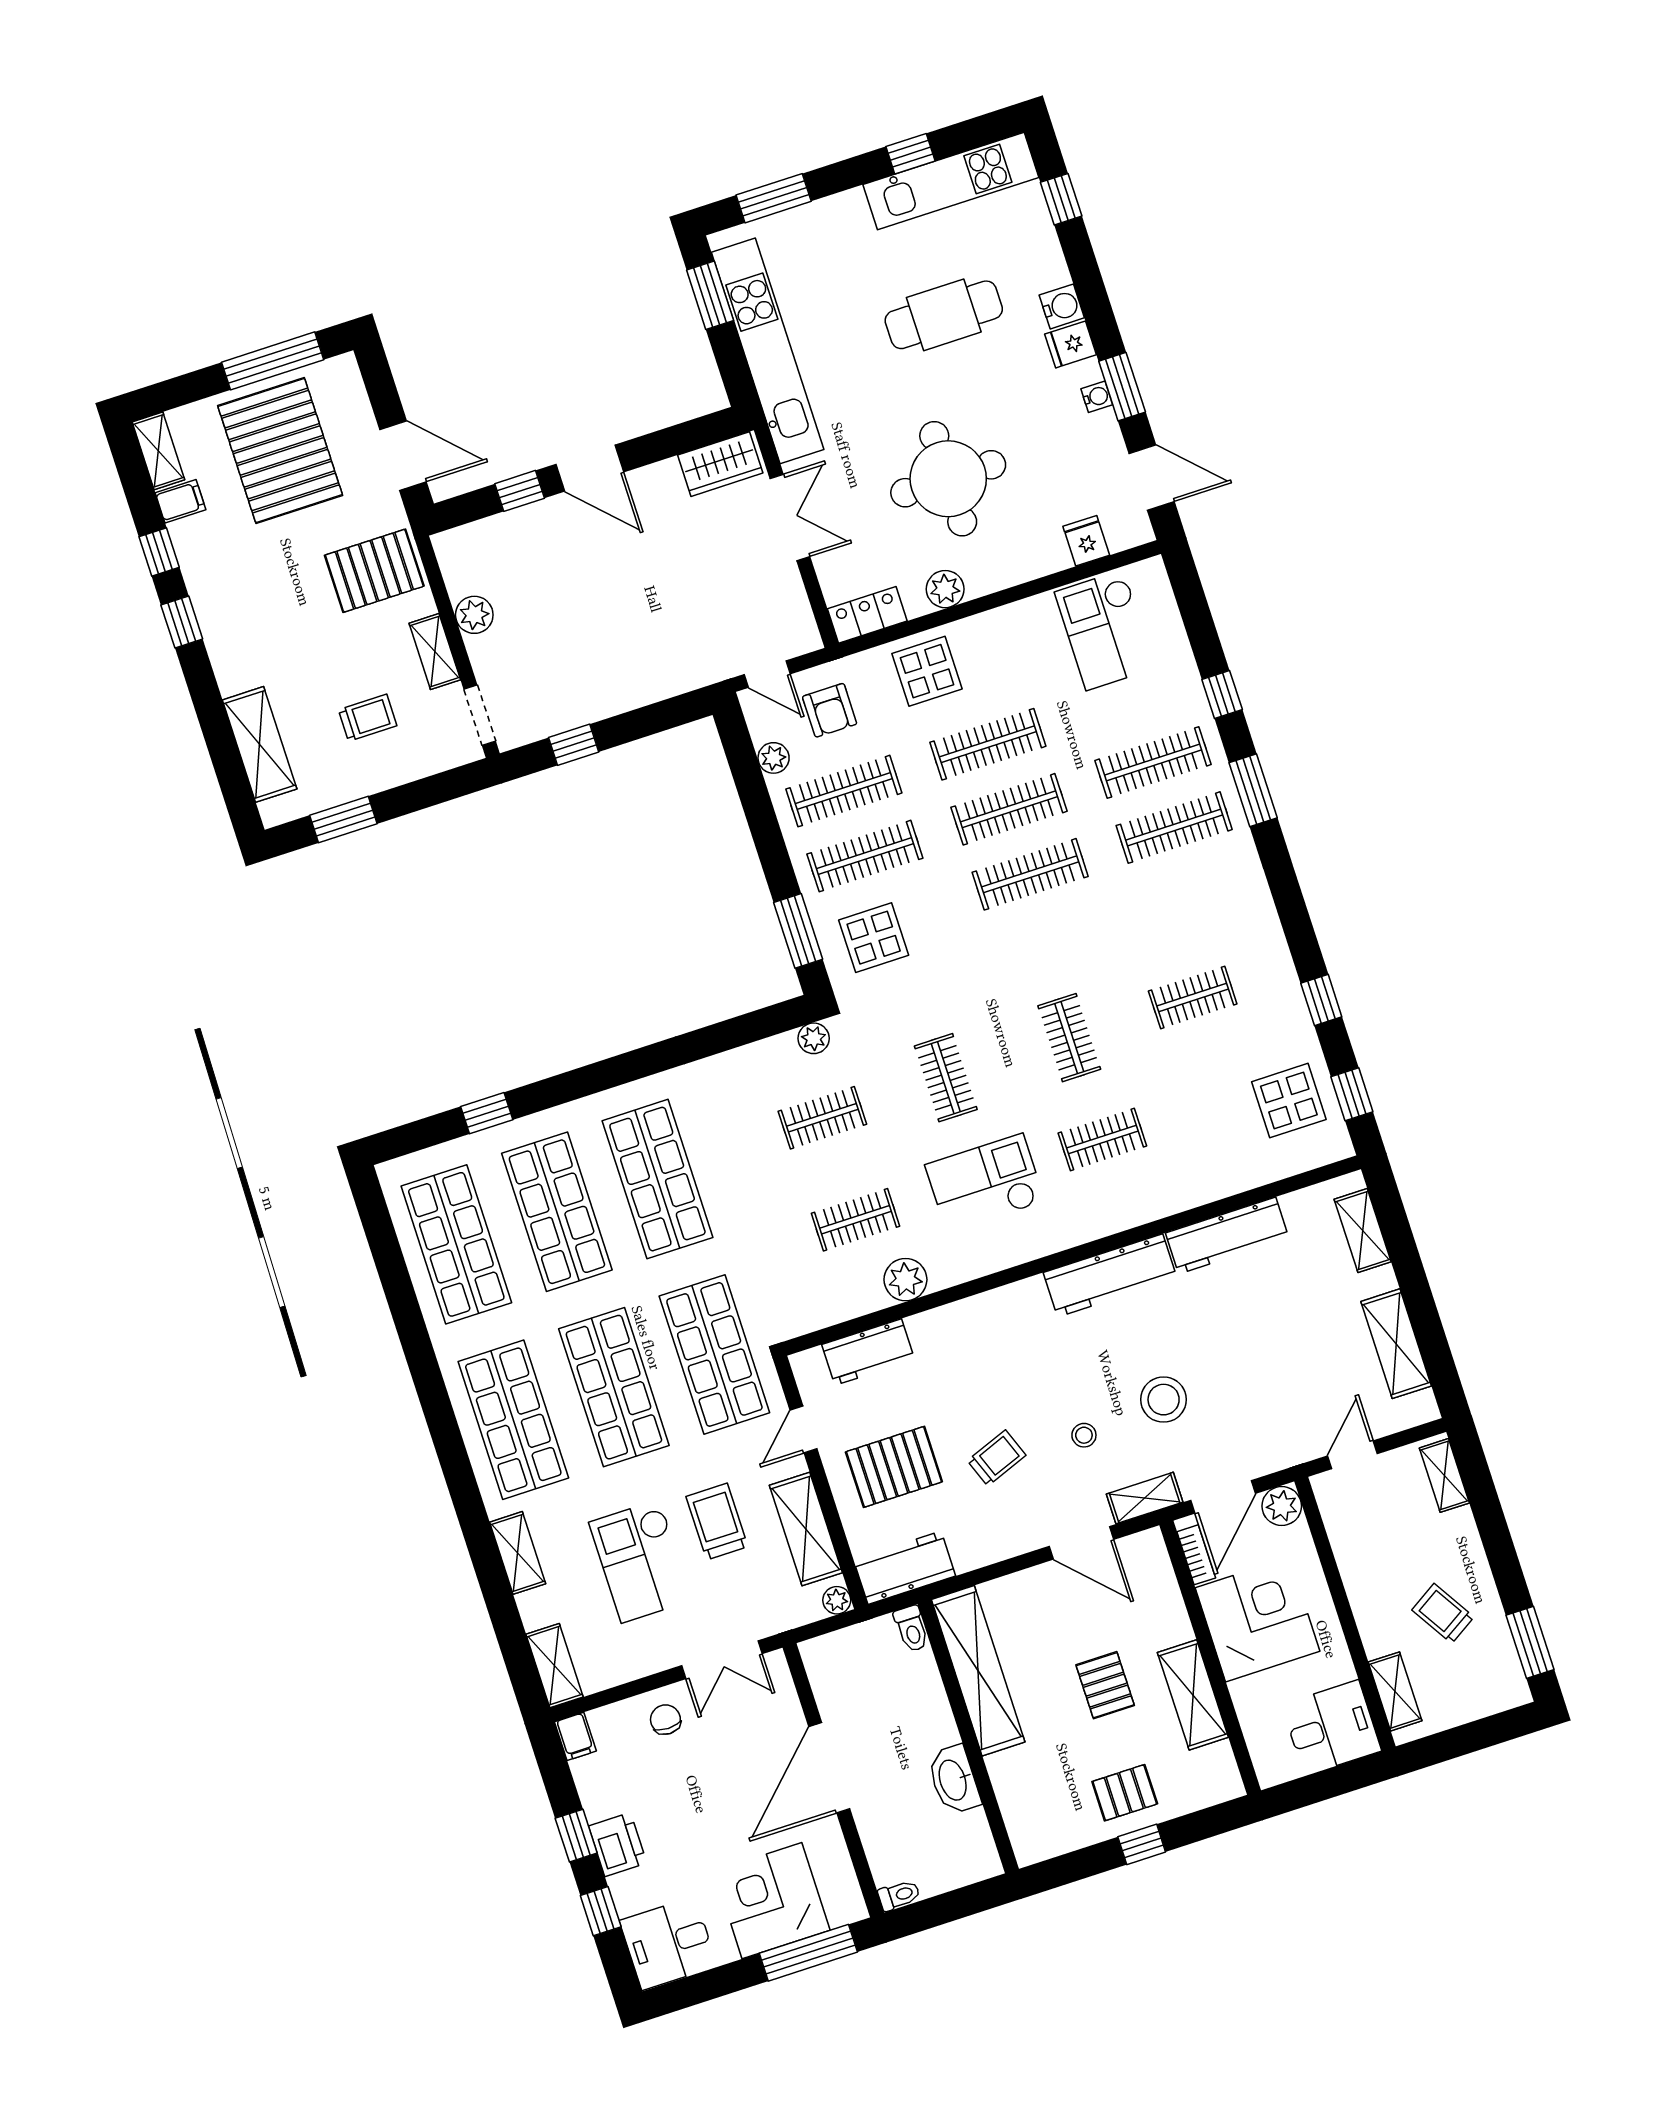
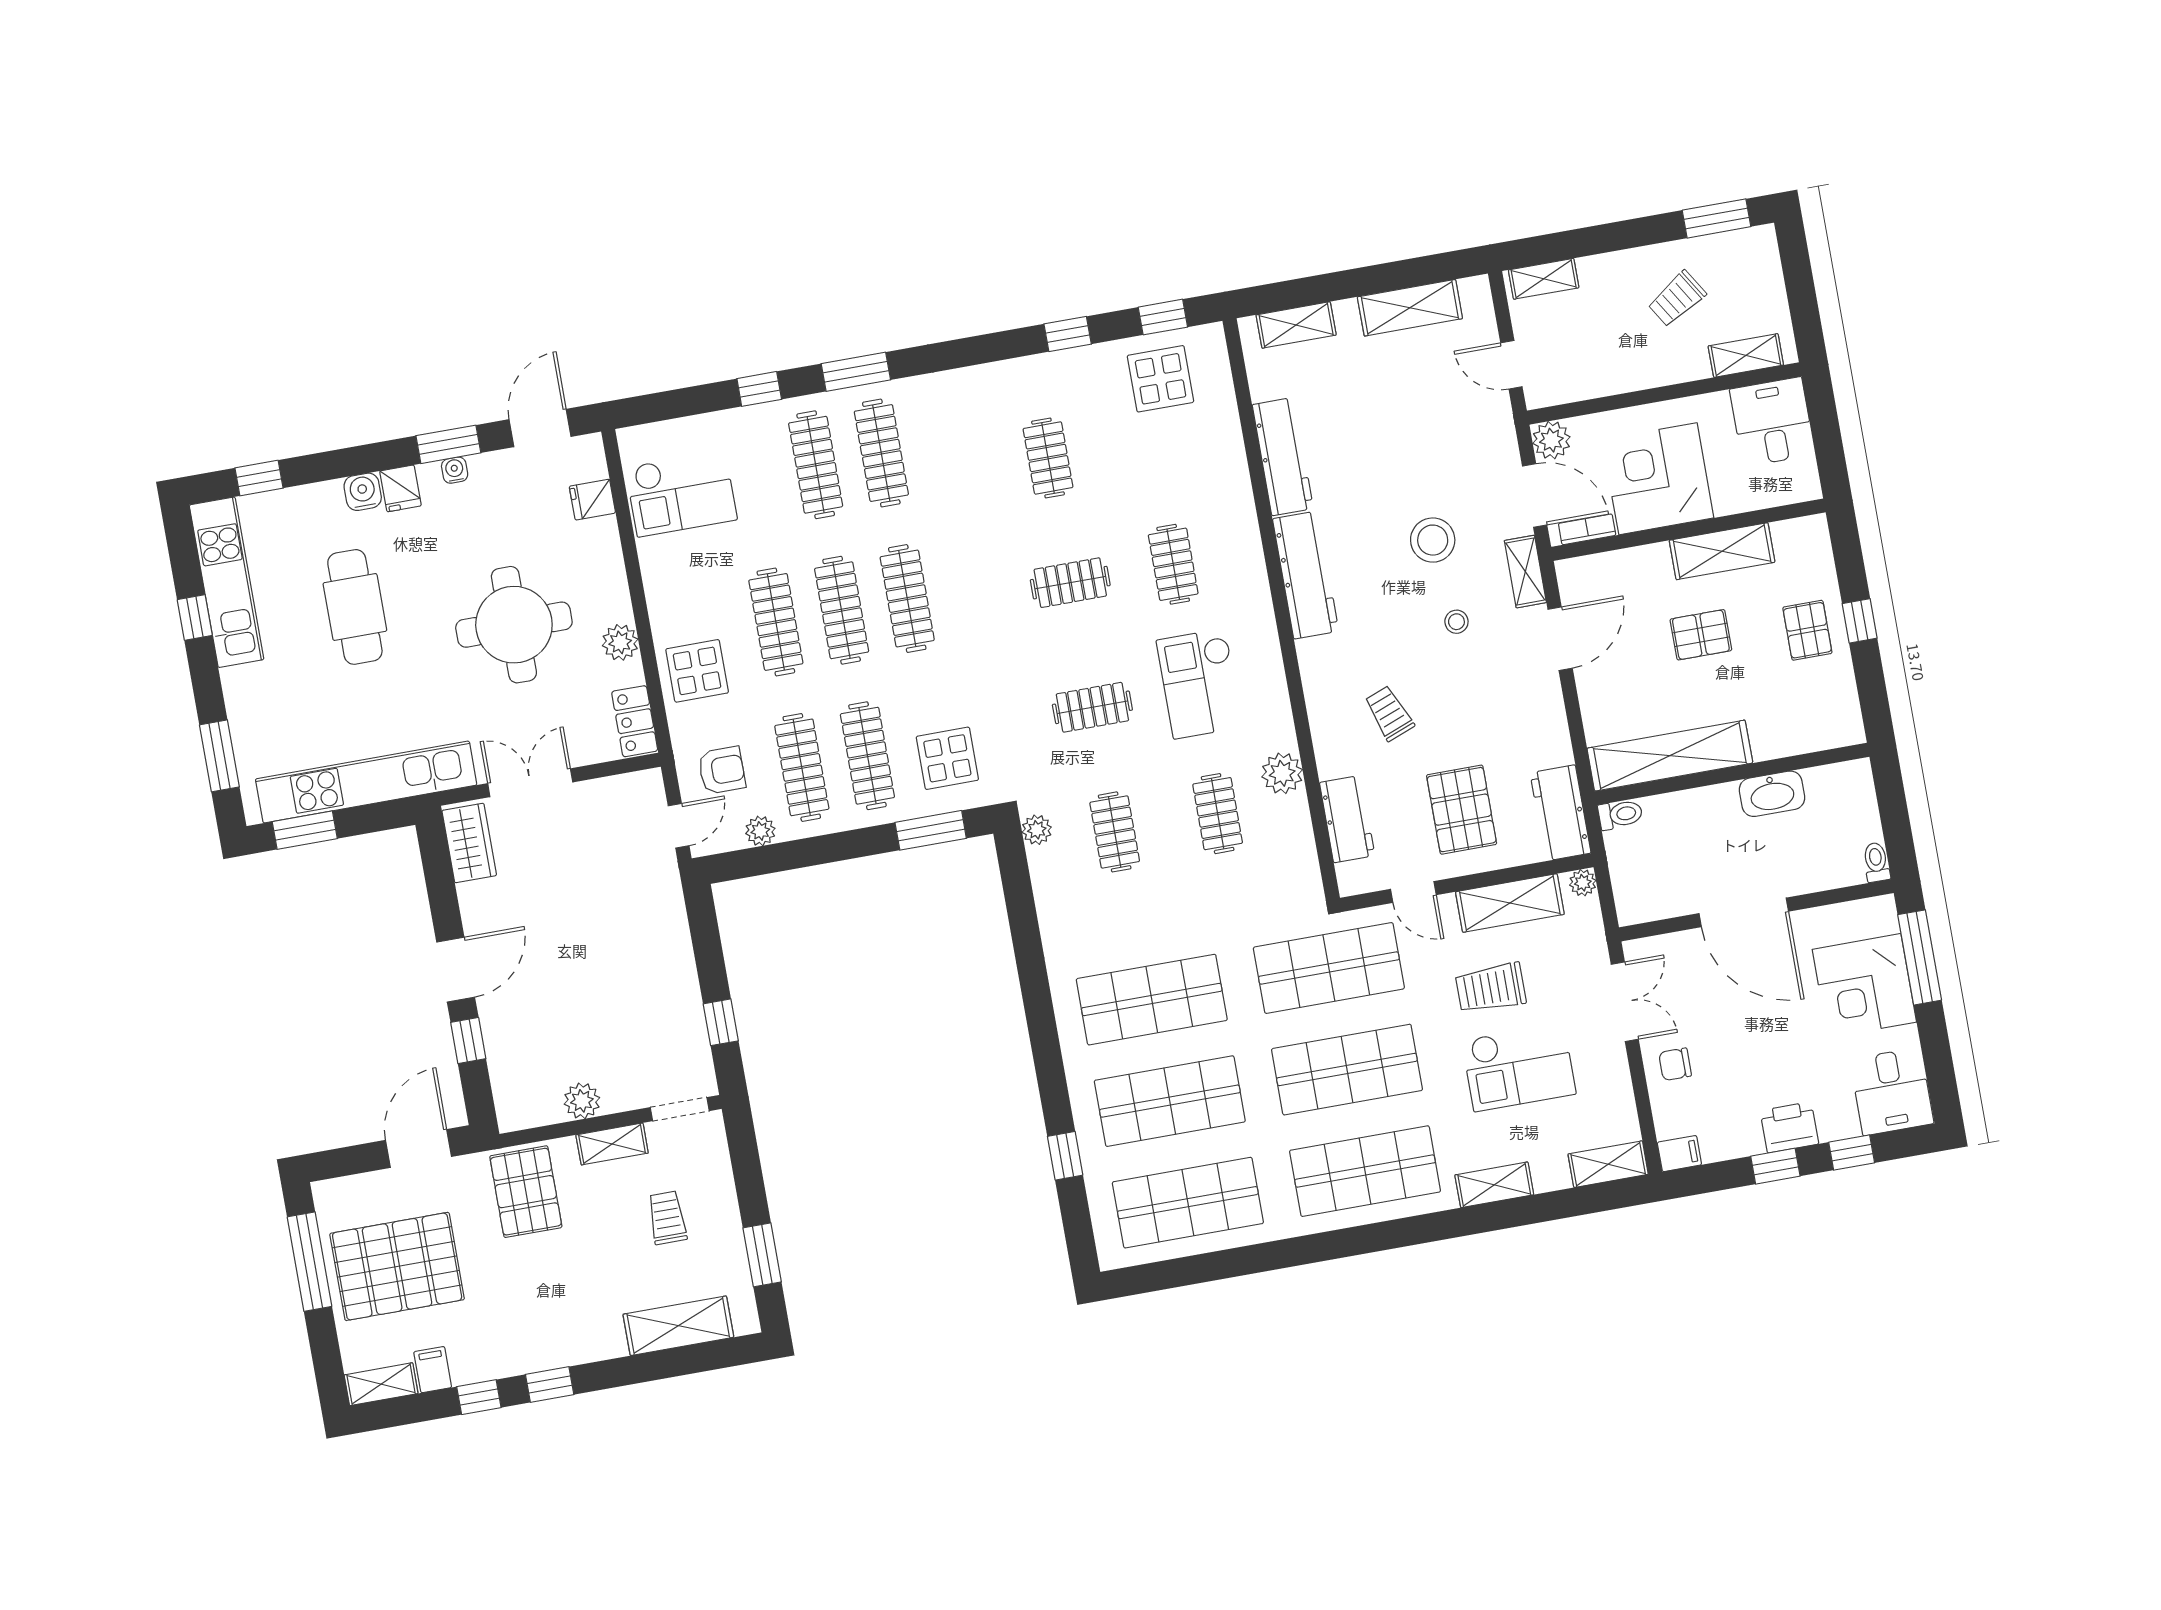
trolley: (997, 1458) -> (1389, 713), moved

